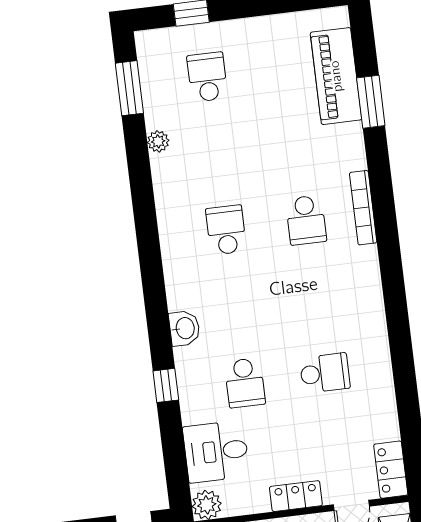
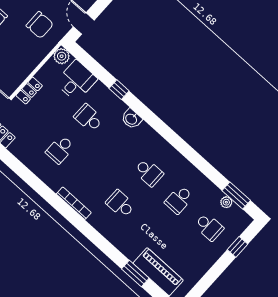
plant: (158, 141) -> (226, 202), moved
school desk: (217, 153) -> (179, 200), added
bookcase: (363, 208) -> (74, 203), moved

